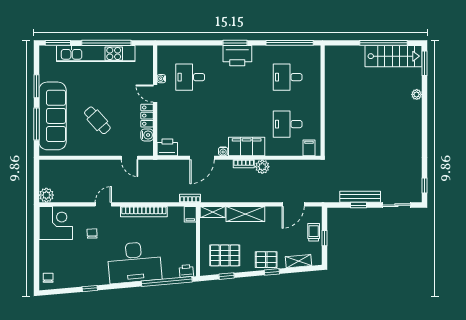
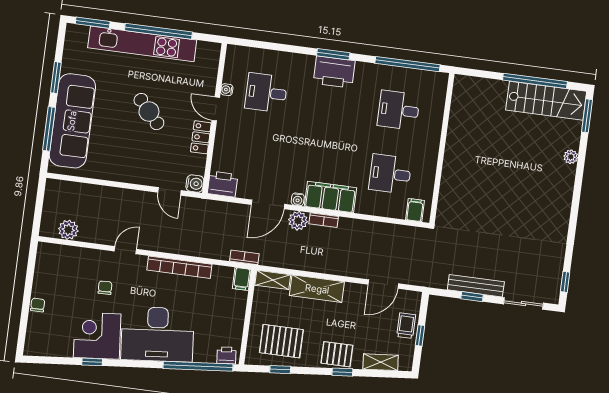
cafe table: (97, 120) -> (149, 112), moved
water cooler: (147, 135) -> (195, 184), moved
plant: (262, 167) -> (298, 221), moved
plant: (46, 195) -> (68, 230), moved
corner desk: (56, 223) -> (97, 336), moved, turned -95
chair: (48, 278) -> (38, 305), moved

